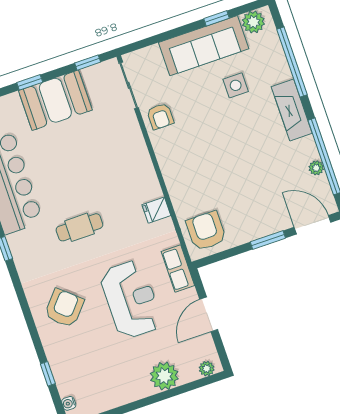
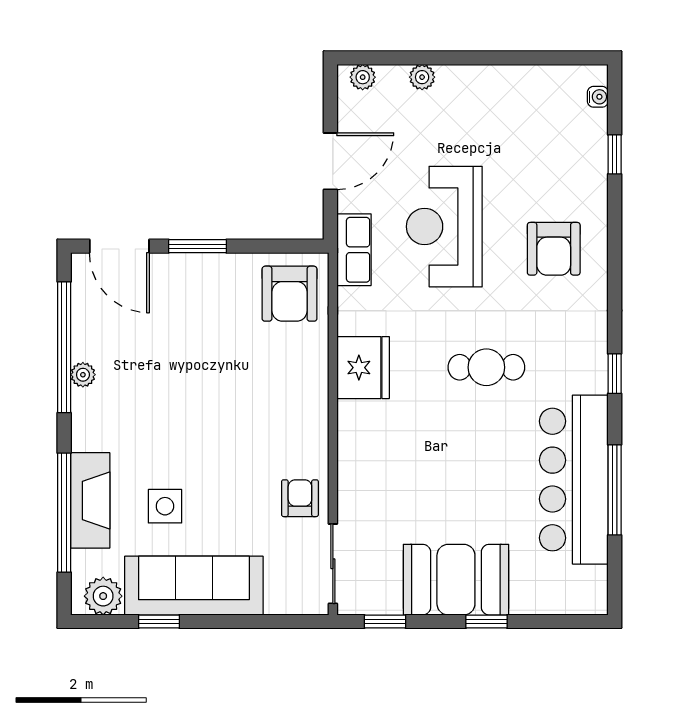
fireplace: (292, 110) -> (90, 500), moved
plant: (316, 168) -> (83, 375), moved
fridge: (156, 210) -> (363, 368), width x1.88, depth x1.34
armchair: (64, 308) -> (554, 249), turned -41
plant: (164, 376) -> (422, 77), width x0.53, depth x0.53

